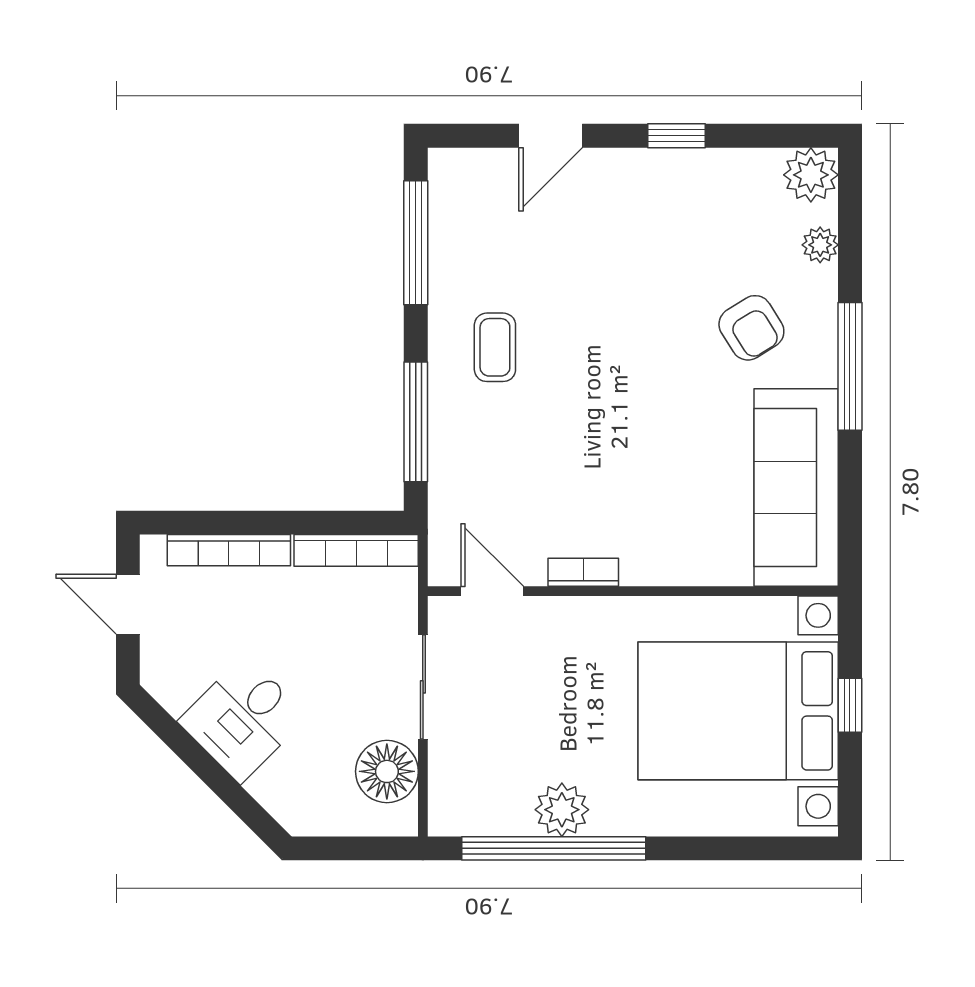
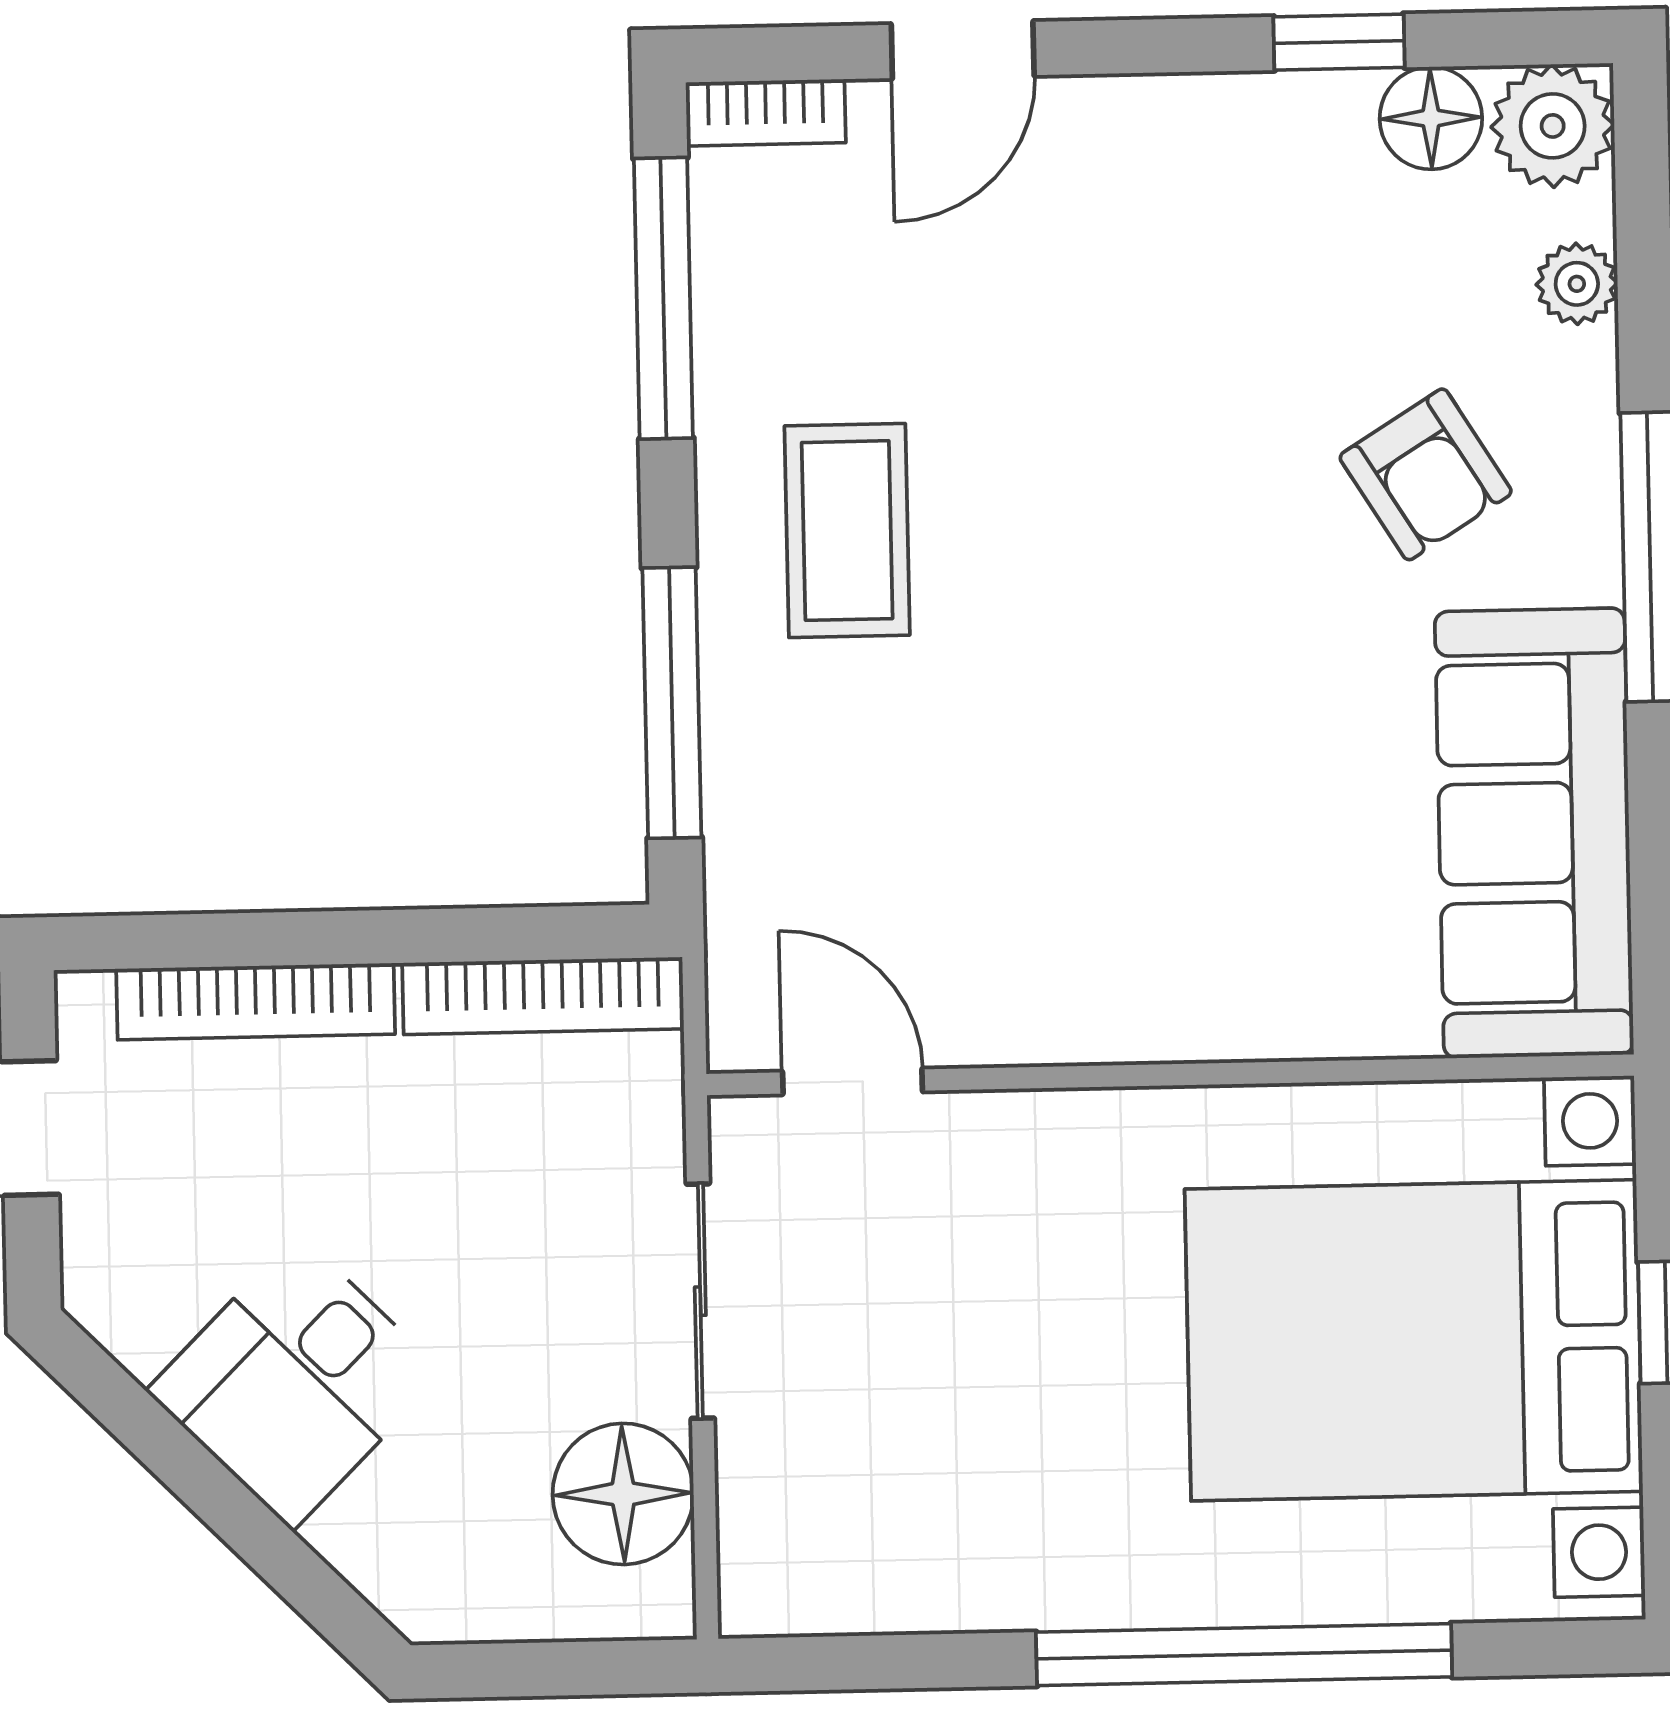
window: (676, 136) -> (1339, 42), moved
floor lamp: (757, 170) -> (1431, 118), added
coffee table: (495, 347) -> (847, 531), width x1.36, depth x1.30
bookcase: (583, 572) -> (766, 113), moved, turned 180
plant: (562, 810) -> (1020, 1572), removed
window: (554, 848) -> (1244, 1655), moved

